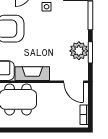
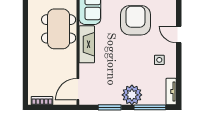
plant: (79, 51) -> (132, 95), moved

